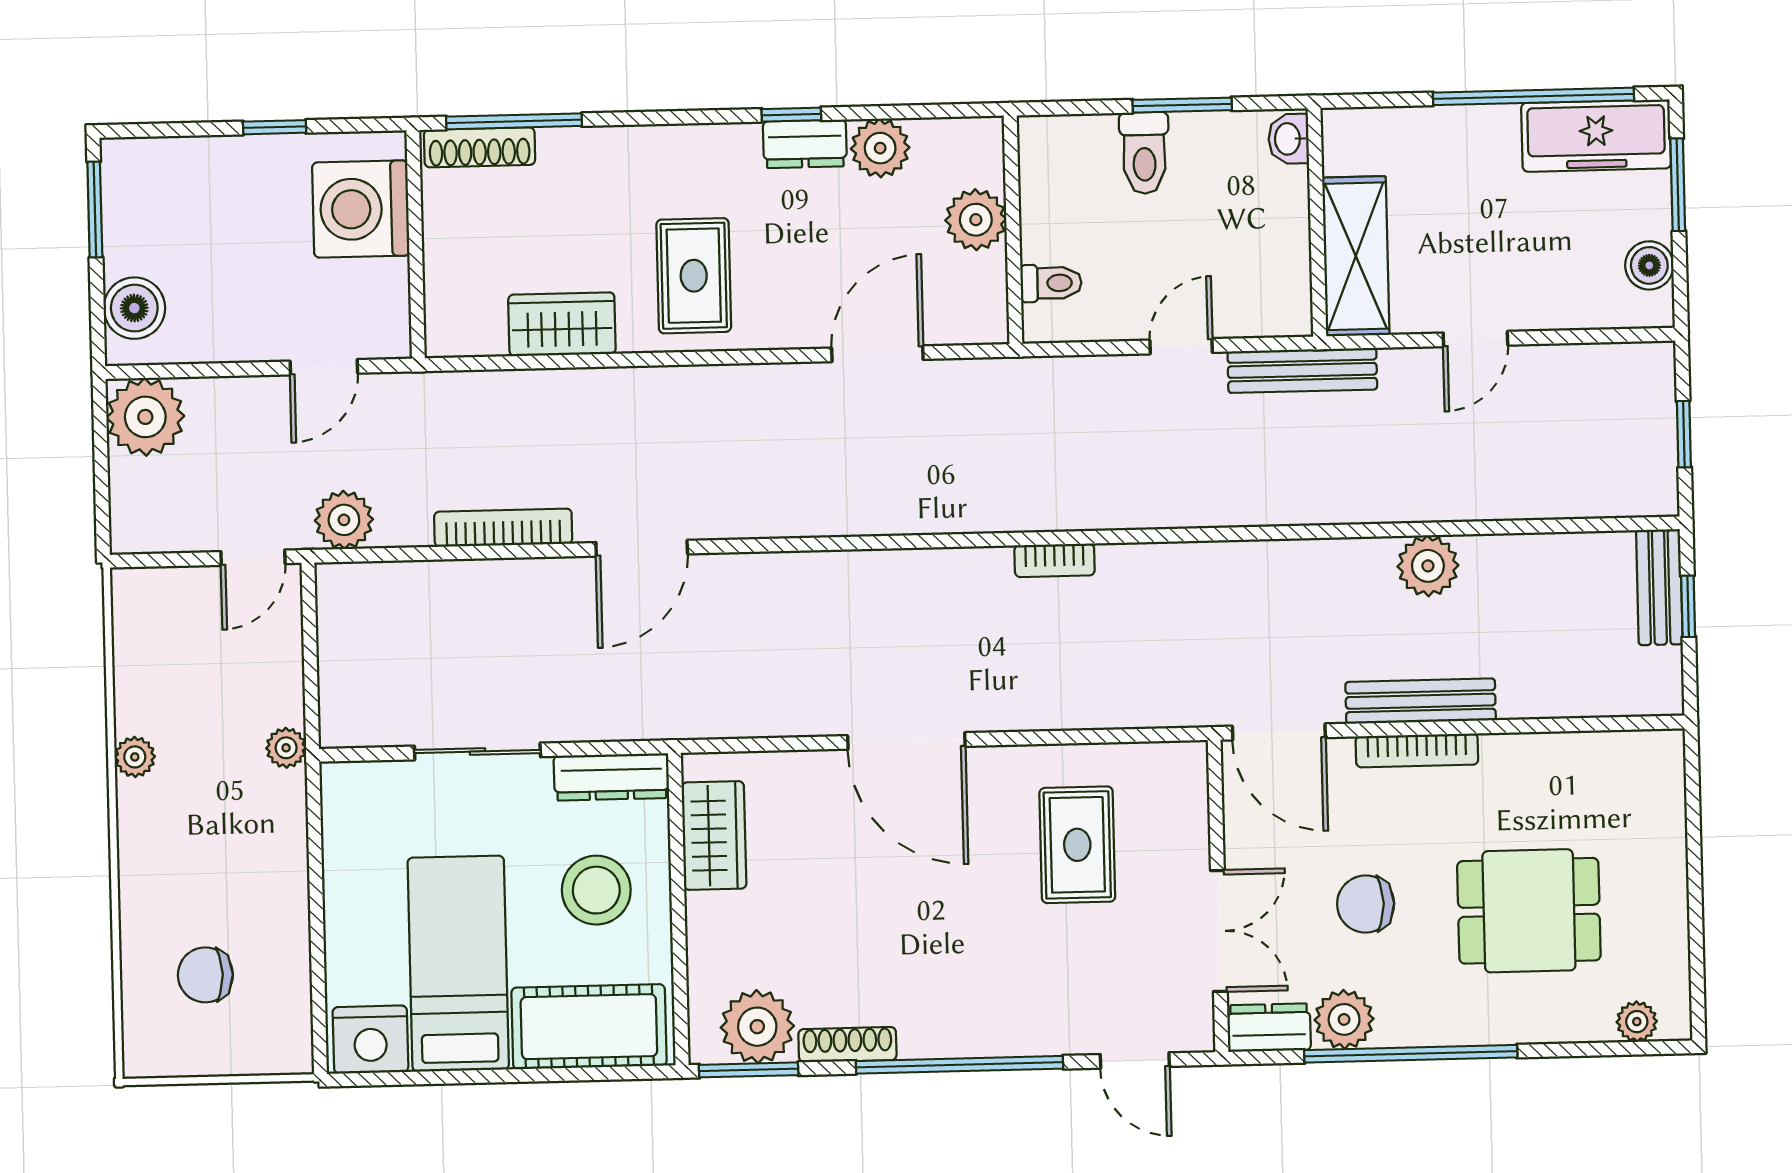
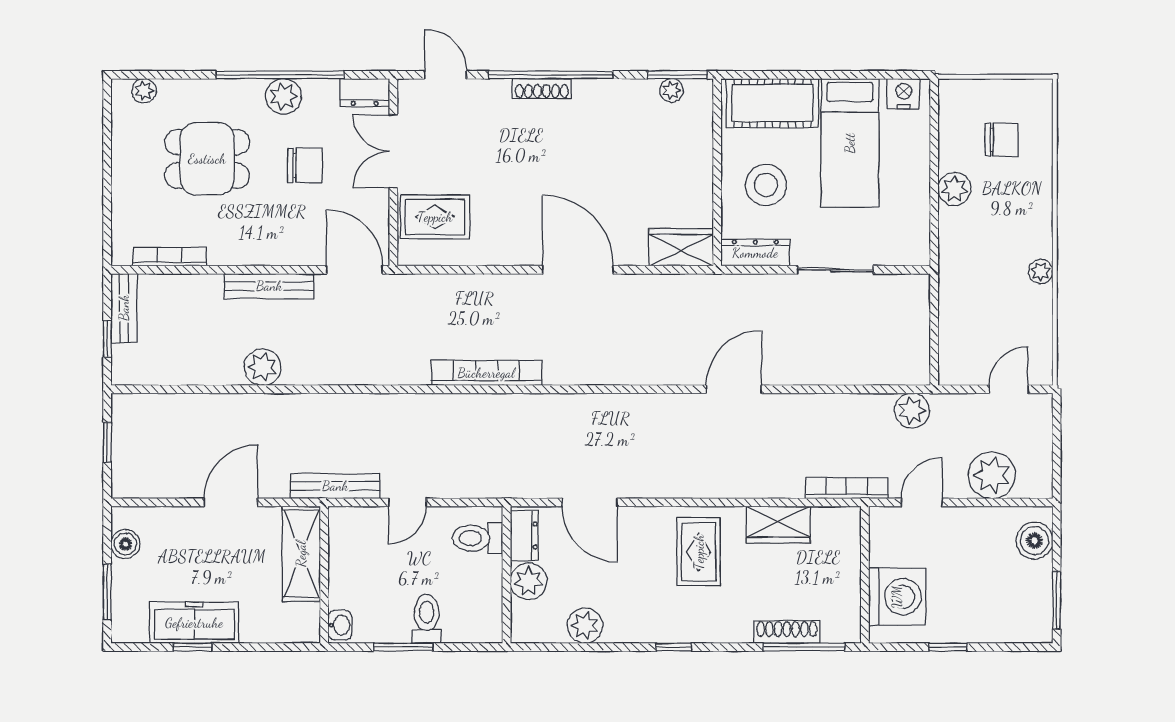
window: (1533, 96) -> (192, 647), width x0.32
window: (791, 115) -> (674, 647), moved
freezer: (1596, 136) -> (194, 623), moved
dresser: (805, 144) -> (524, 536), moved, turned 90
shoe rack: (480, 147) -> (787, 632), moved
toilet: (1051, 283) -> (477, 538), width x1.37, depth x1.39
door: (1475, 339) -> (231, 502), width x1.38
door: (877, 354) -> (590, 502), hinge flipped
plant: (145, 417) -> (992, 475), moved
bookcase: (503, 528) -> (847, 488), moved, turned 180
door: (253, 558) -> (1008, 389), moved
bookcase: (1055, 560) -> (486, 373), width x2.31, depth x1.31
bench: (1659, 587) -> (124, 308), moved
plant: (286, 748) -> (954, 189), moved, width x1.38, depth x1.38
bookcase: (1417, 750) -> (169, 257), moved
wardrobe: (714, 836) -> (681, 247), moved, turned 90
rug: (1077, 845) -> (435, 217), moved, turned 90
plant: (1344, 1019) -> (283, 96), moved
plant: (757, 1027) -> (671, 90), width x0.53, depth x0.53
nightstand: (370, 1040) -> (904, 94), width x0.74, depth x0.75
shoe rack: (847, 1045) -> (542, 89), moved

